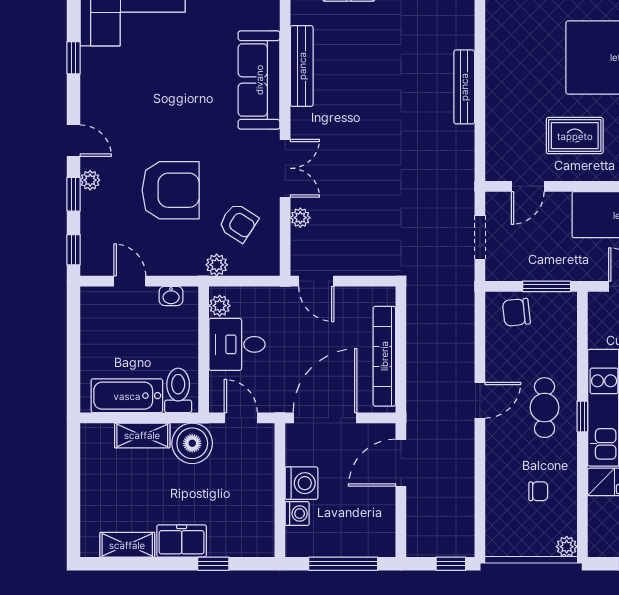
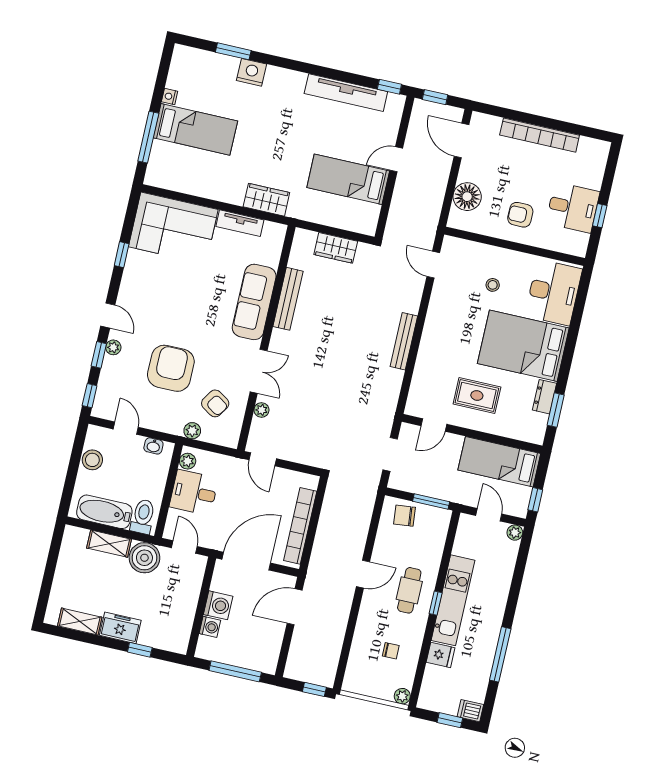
armchair: (171, 190) -> (171, 368), turned -90
stool: (96, 332) -> (92, 460), added

